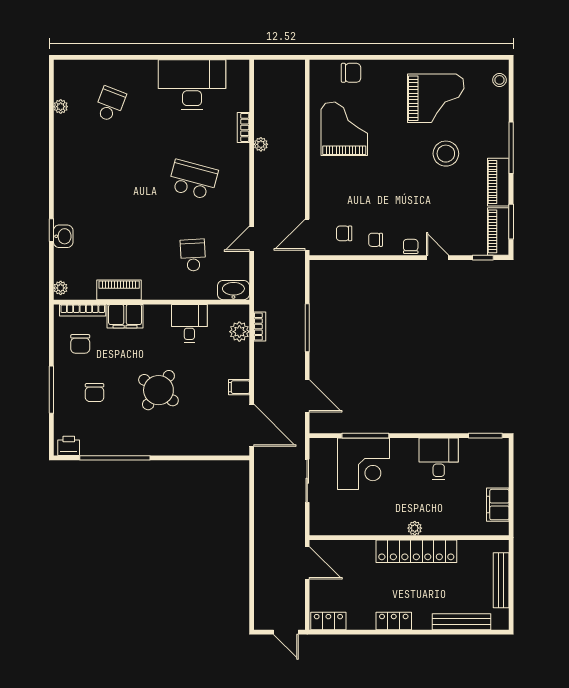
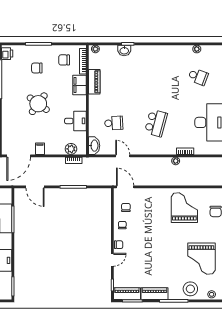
grand piano: (344, 129) -> (184, 208), turned -90
stool: (446, 154) -> (190, 289), moved
door: (307, 396) -> (35, 187), hinge flipped

